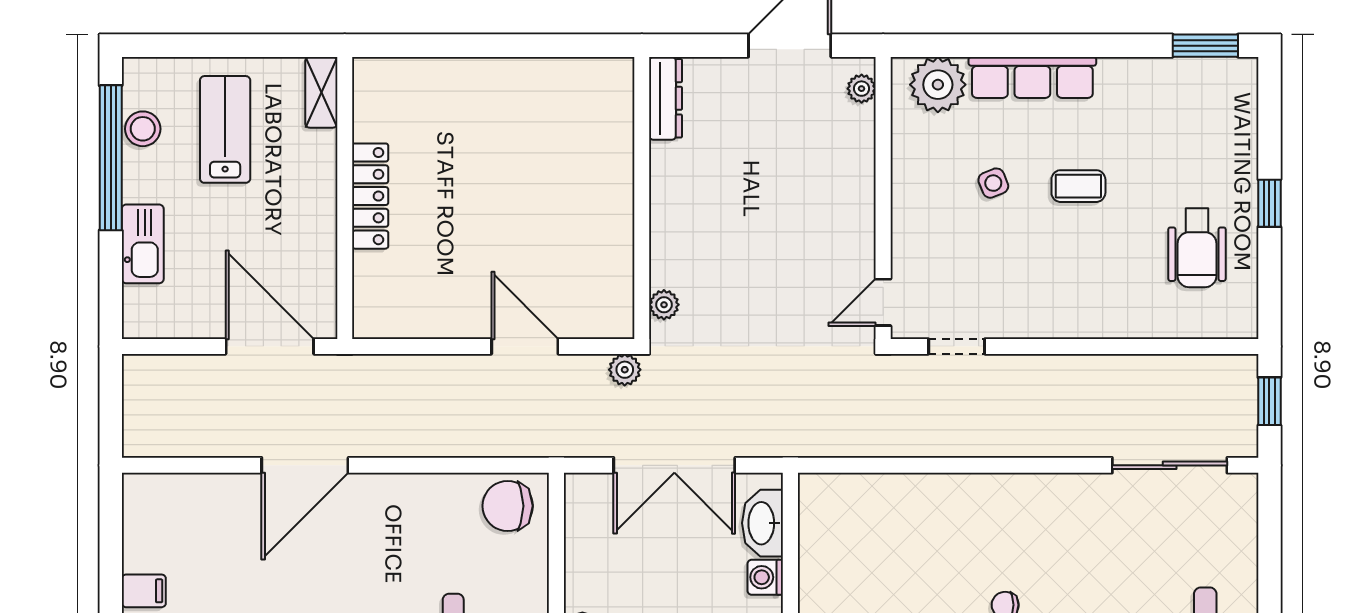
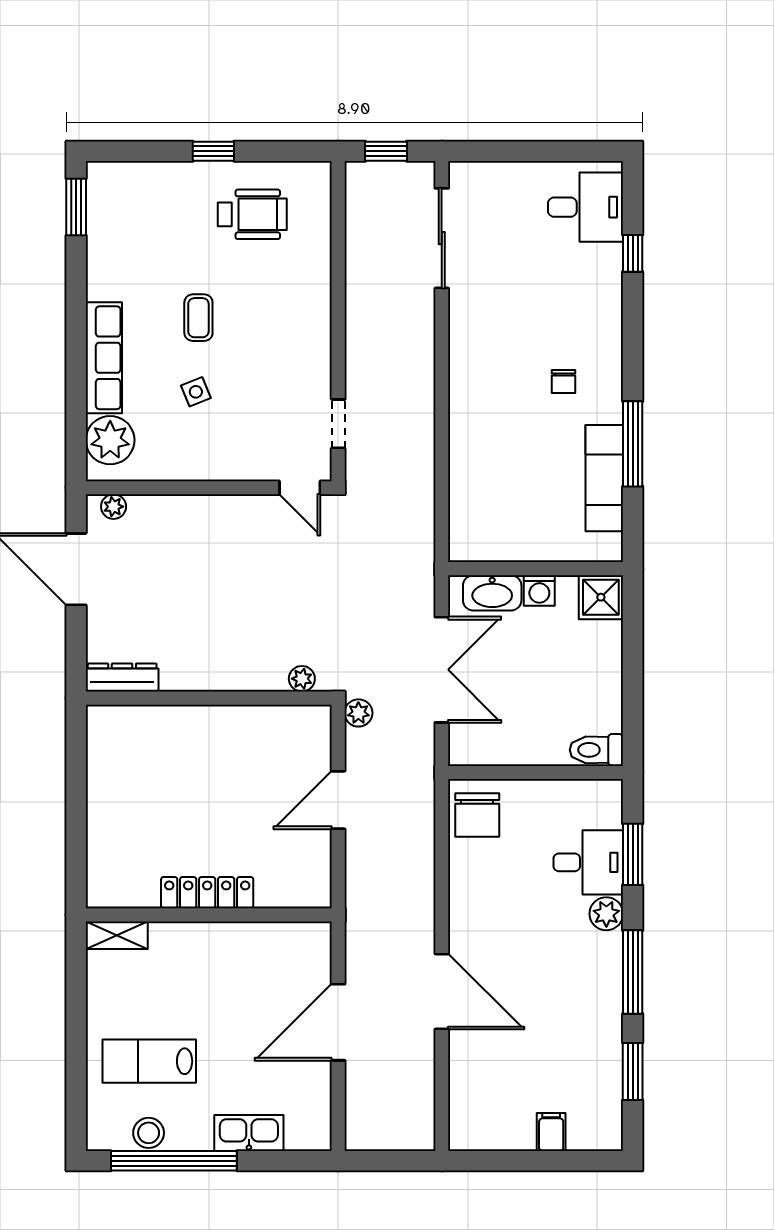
shelving: (321, 92) -> (117, 935), moved
locker: (370, 196) -> (207, 893), moved
wall: (345, 198) -> (209, 915), moved

